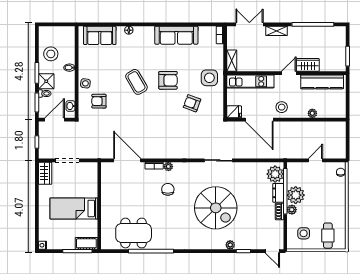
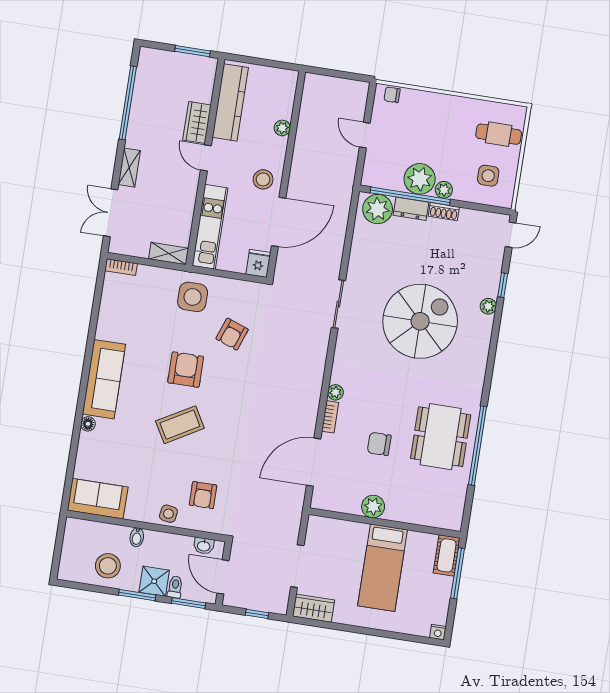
sofa: (100, 35) -> (98, 499), moved, turned -90
sofa: (176, 35) -> (104, 379), moved
chair: (168, 189) -> (379, 444), moved
plant: (107, 198) -> (373, 507), added
dining table: (134, 233) -> (441, 437), moved

